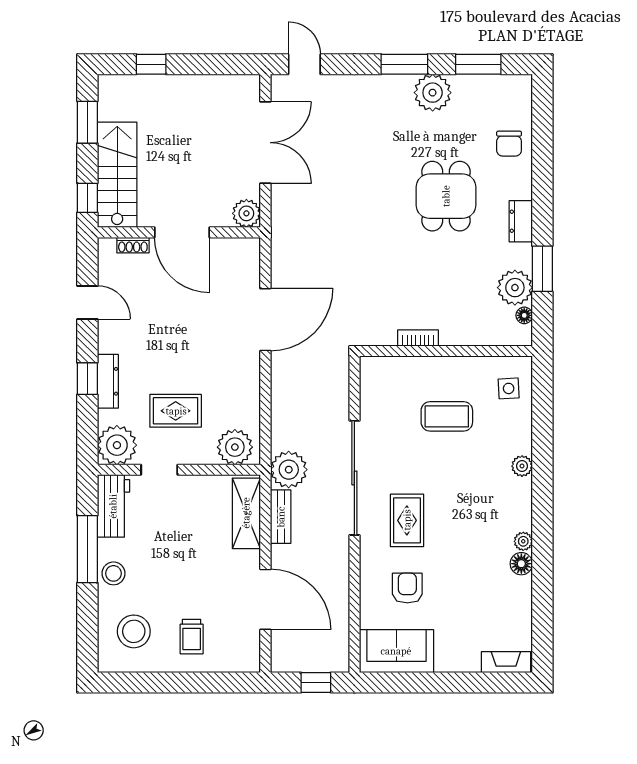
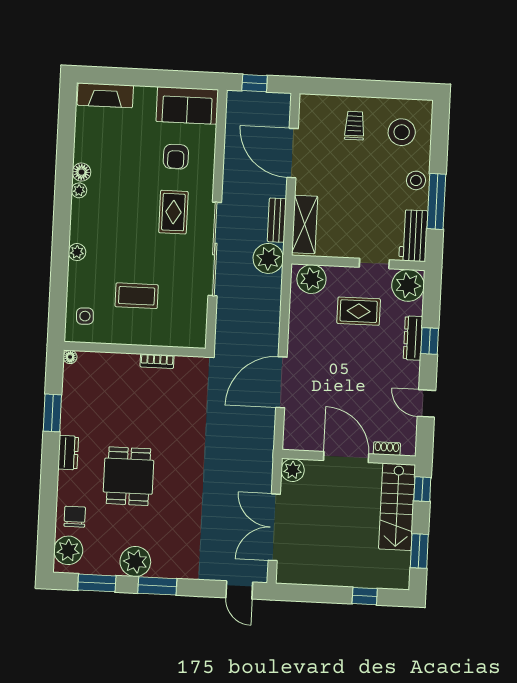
plant: (515, 288) -> (68, 550), moved
floor lamp: (524, 315) -> (70, 357), moved
fireplace: (506, 662) -> (105, 95), width x1.37, depth x1.32

